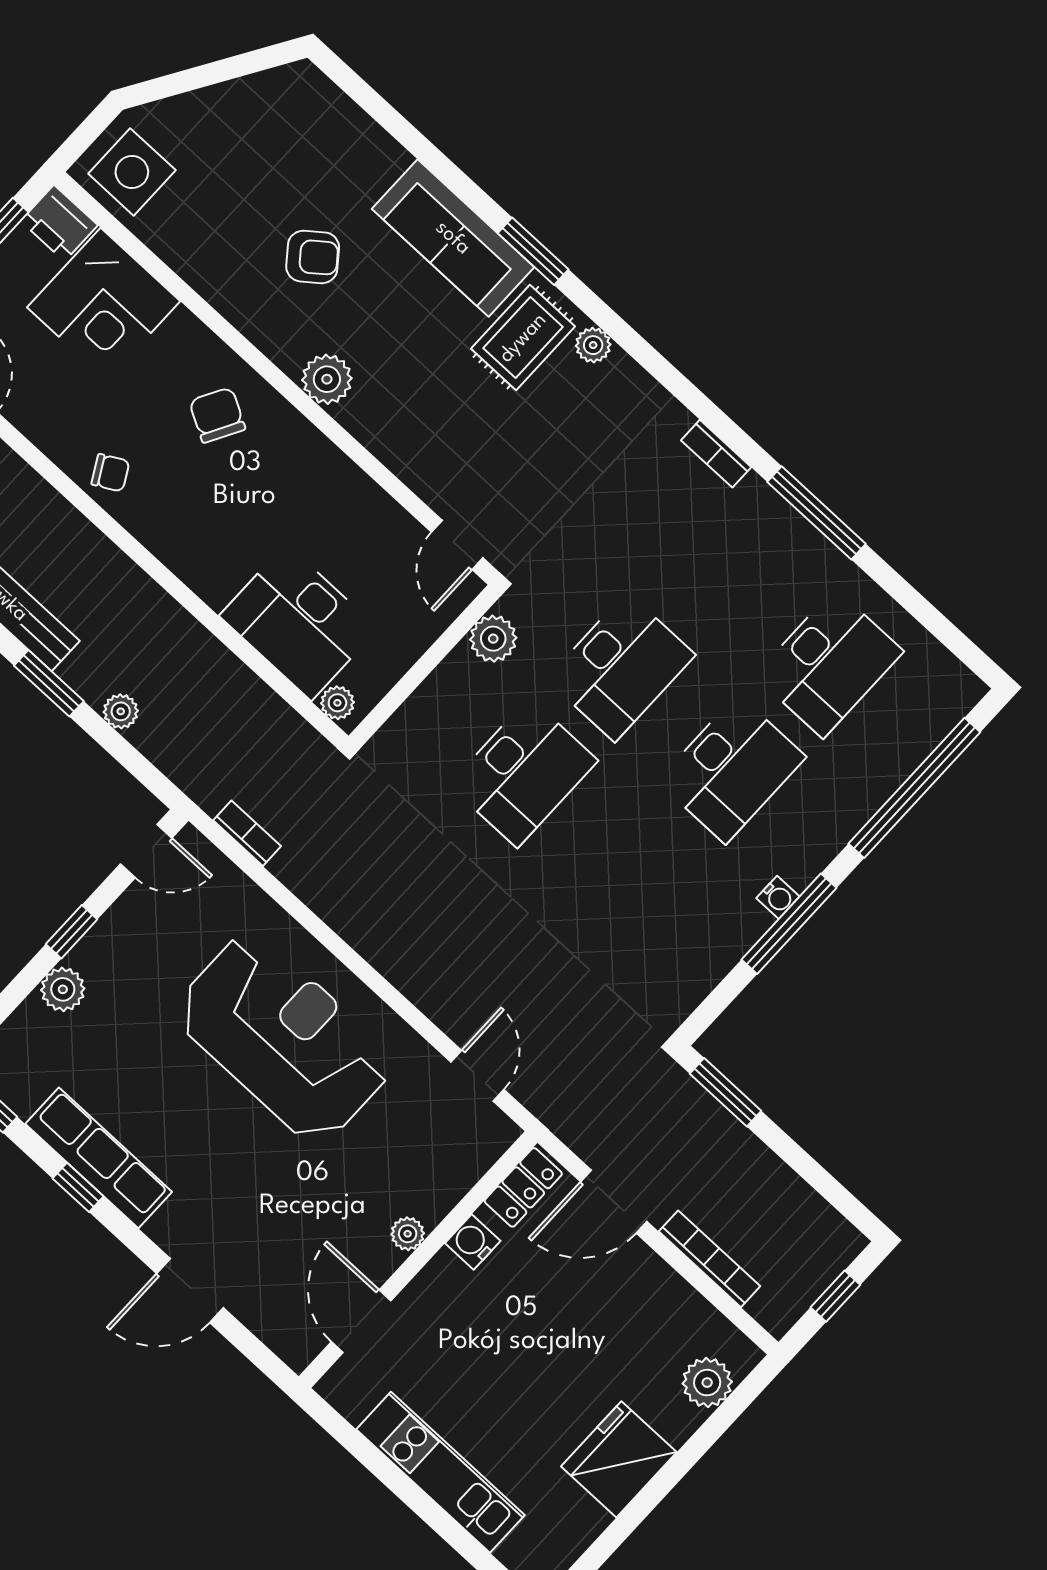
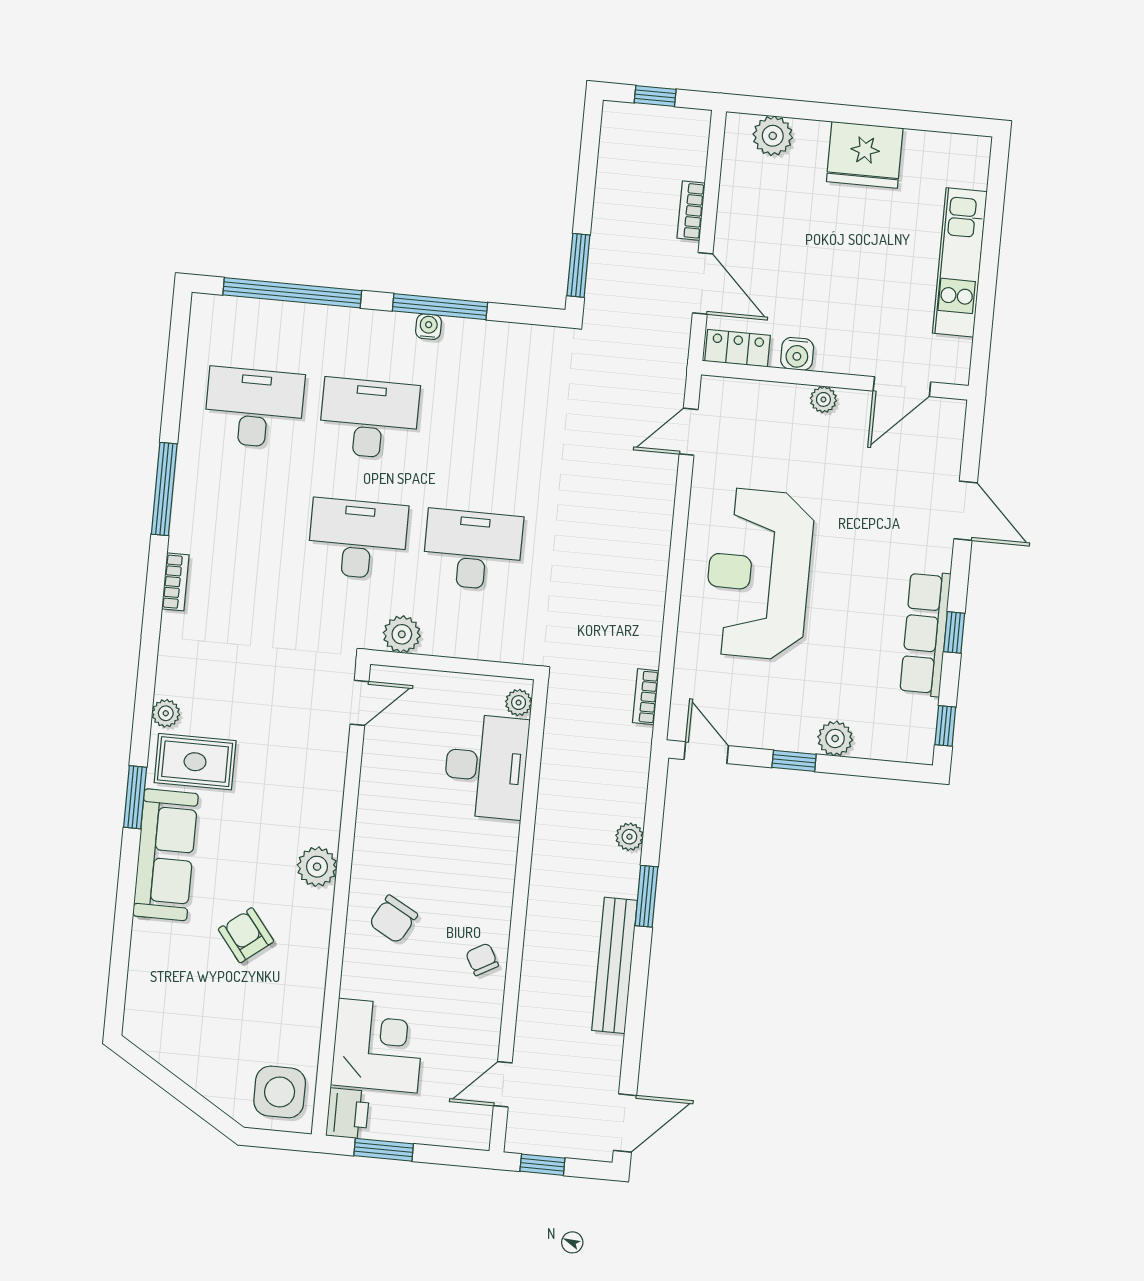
bookcase: (709, 1259) -> (691, 211), width x0.64

